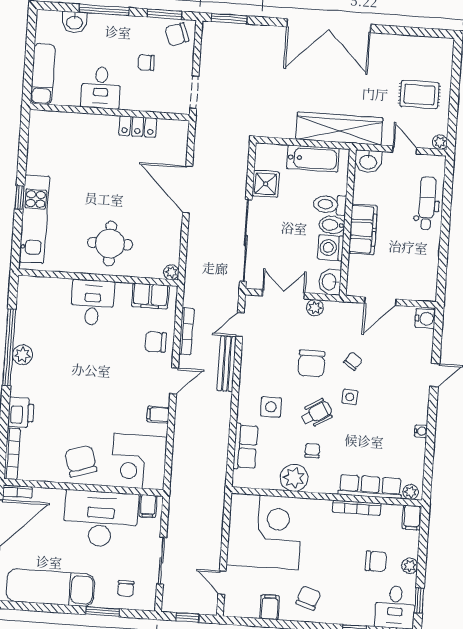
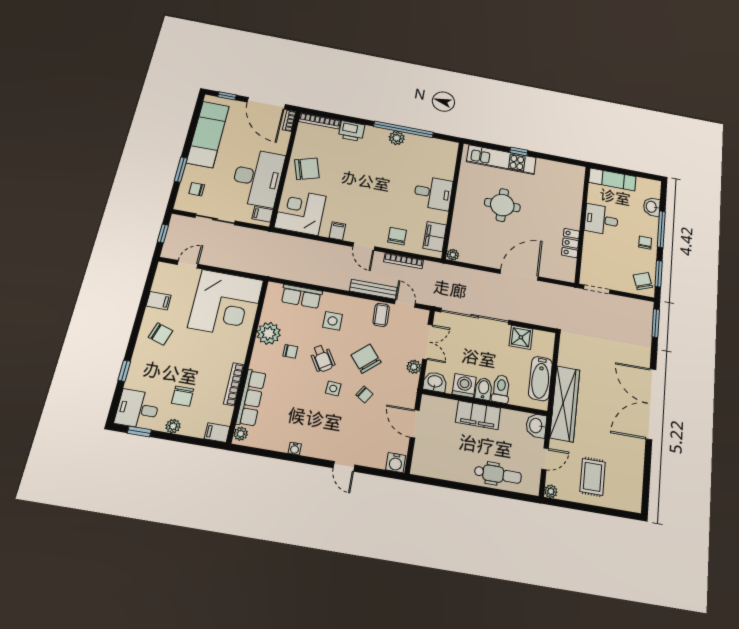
chair: (146, 63) -> (645, 243), moved
round table: (110, 244) -> (502, 205), moved
coffee table: (257, 351) -> (381, 315), added
chair: (311, 364) -> (366, 359), turned 49

